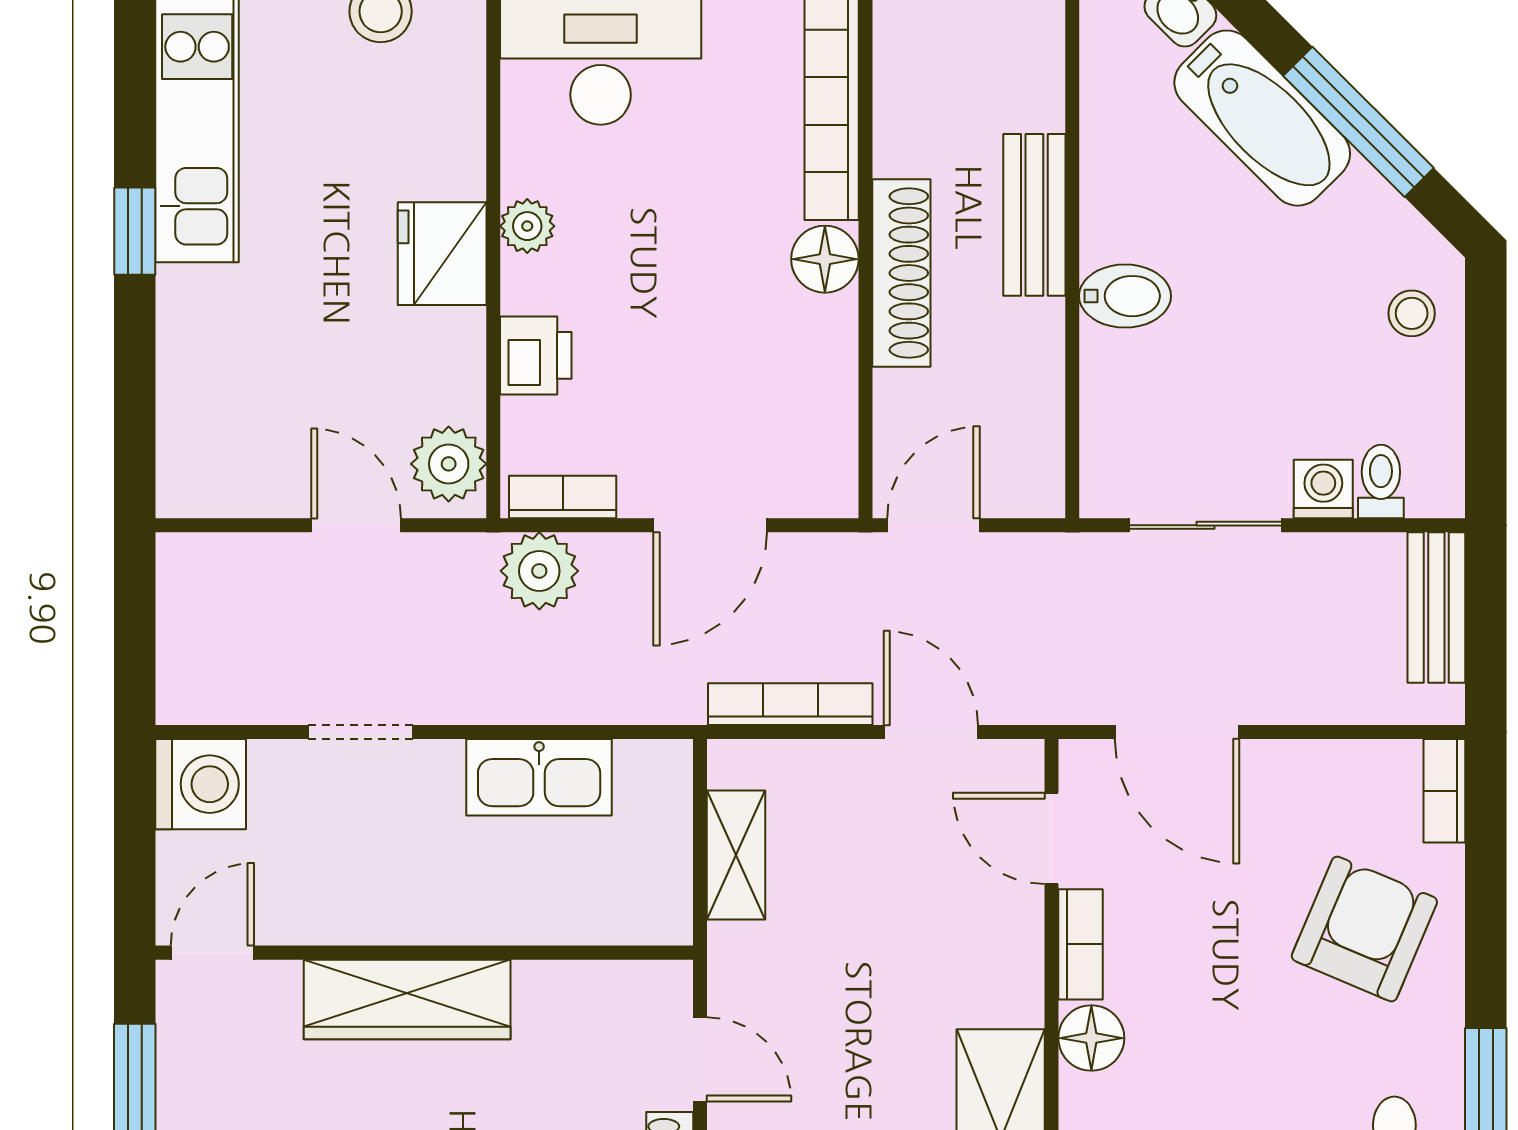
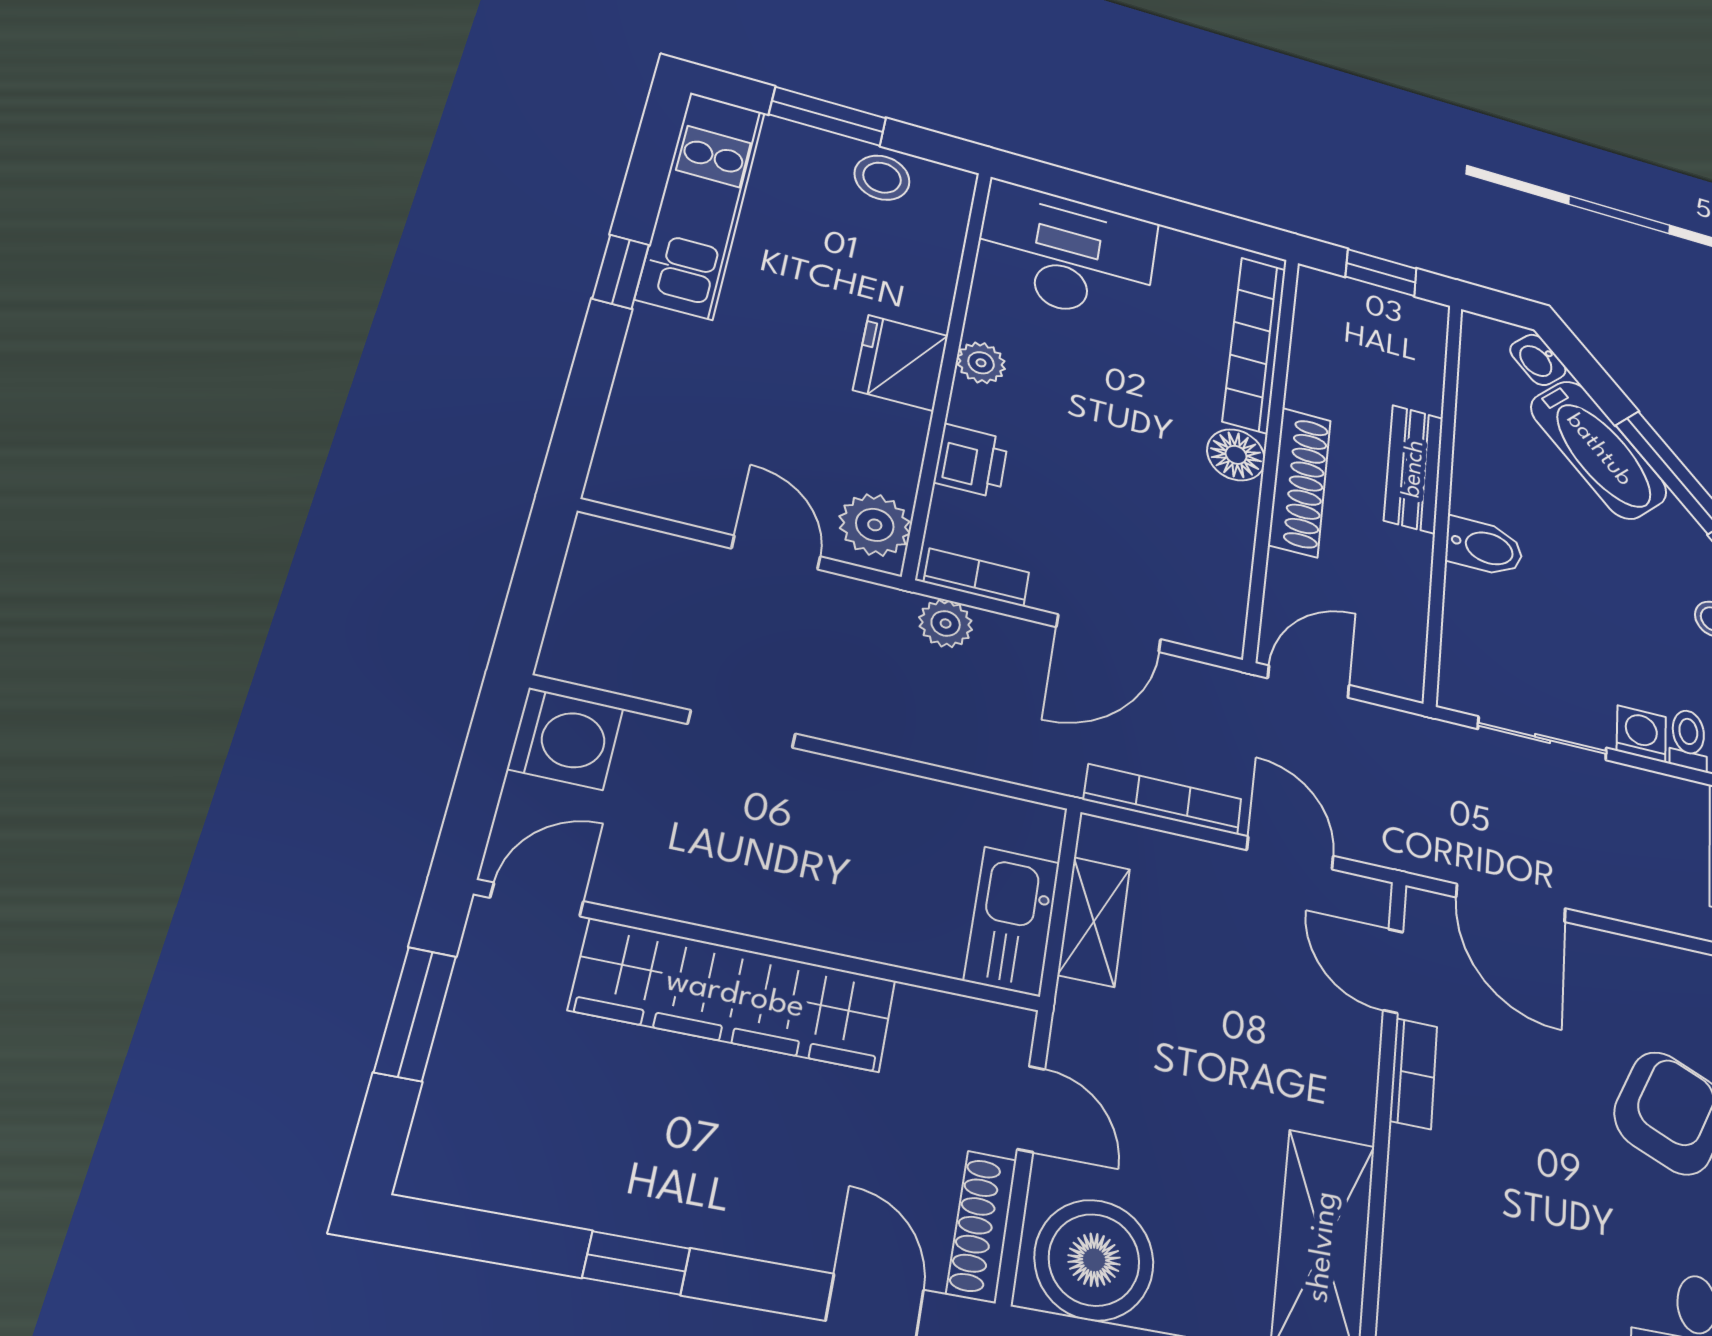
plant: (539, 571) -> (946, 623), width x0.73, depth x0.73
kitchen sink: (539, 777) -> (1012, 921), moved, turned 90
wardrobe: (407, 999) -> (735, 995), width x1.40, depth x1.17
floor lamp: (1091, 1038) -> (1418, 1164), removed

